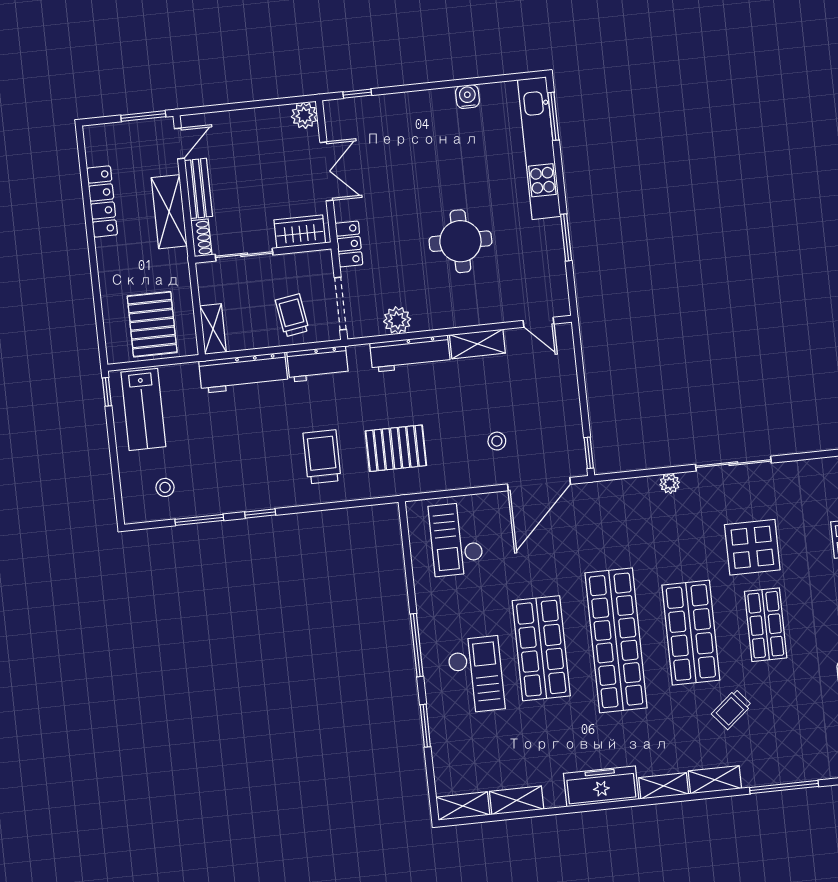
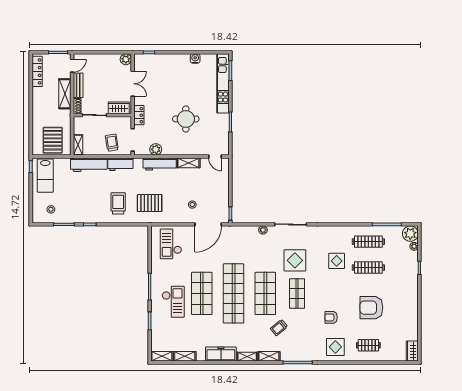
locker: (102, 201) -> (37, 71), moved

